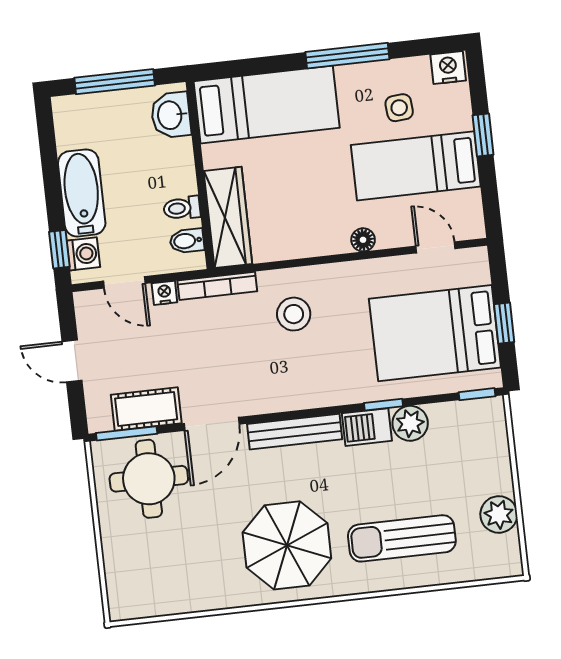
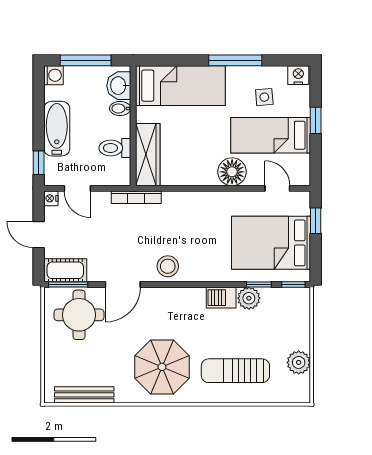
toilet: (182, 208) -> (115, 148), width x1.37, depth x1.39
floor lamp: (363, 240) -> (232, 172), width x1.89, depth x1.89
bidet: (187, 241) -> (120, 108), moved
washing machine: (83, 254) -> (53, 75), moved
nightstand: (164, 293) -> (51, 198), moved, turned -90
stool: (294, 314) -> (168, 266), moved
window: (504, 323) -> (316, 221), moved
window: (384, 405) -> (259, 284), moved
cot: (146, 409) -> (65, 270), moved
bench: (295, 432) -> (84, 395), moved

